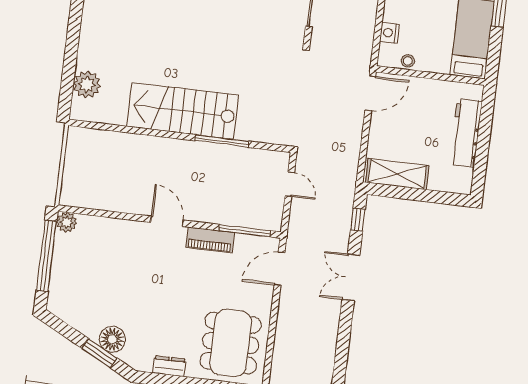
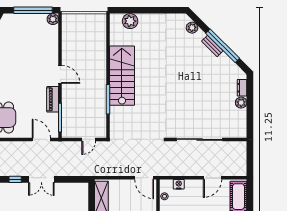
window: (358, 220) -> (15, 179), moved
door: (167, 221) -> (60, 74), hinge flipped
double door: (351, 277) -> (41, 179), swing flipped

